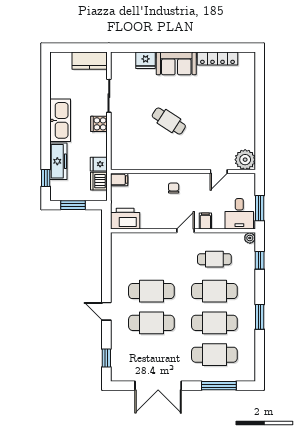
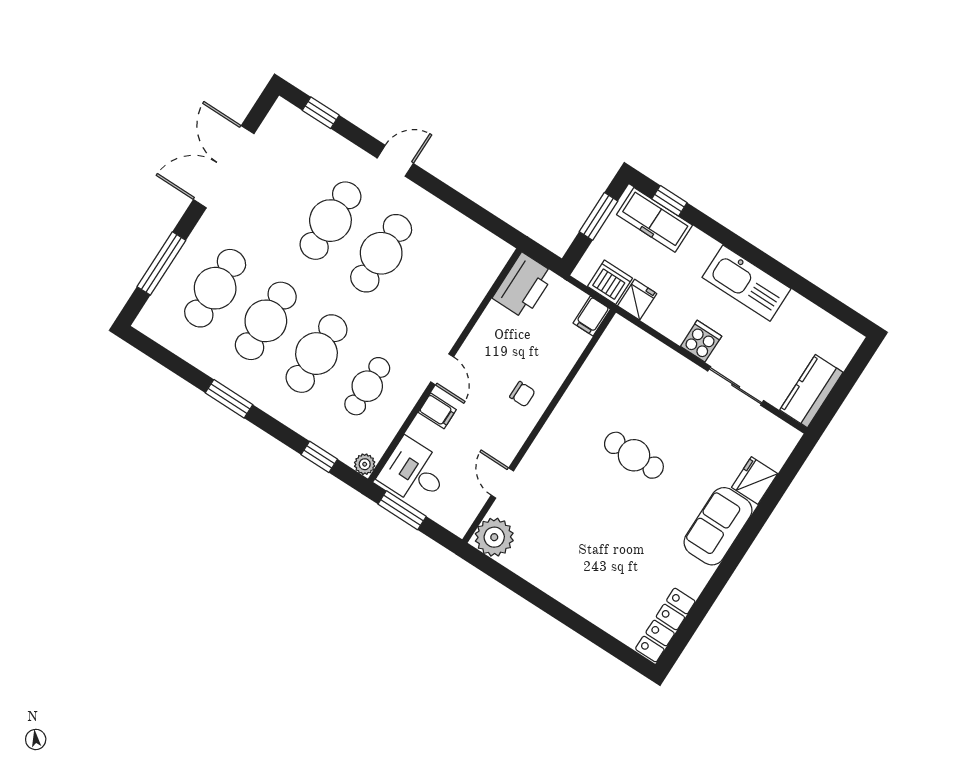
locker: (217, 59) -> (665, 625), moved
cafe table: (169, 121) -> (634, 455), turned 57
freezer: (58, 161) -> (655, 220), moved

